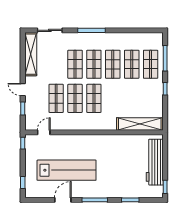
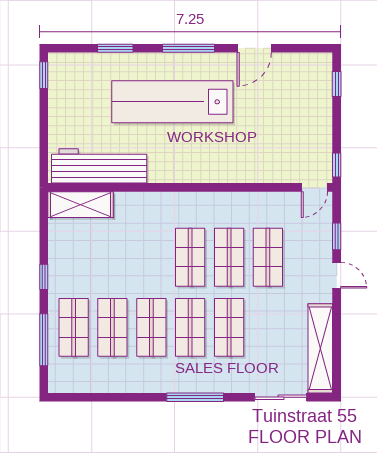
shelving: (140, 124) -> (81, 205), width x0.68
door: (44, 132) -> (314, 187), moved
workbench: (155, 162) -> (99, 166), moved, turned -90
lab bench: (67, 170) -> (172, 102), moved

